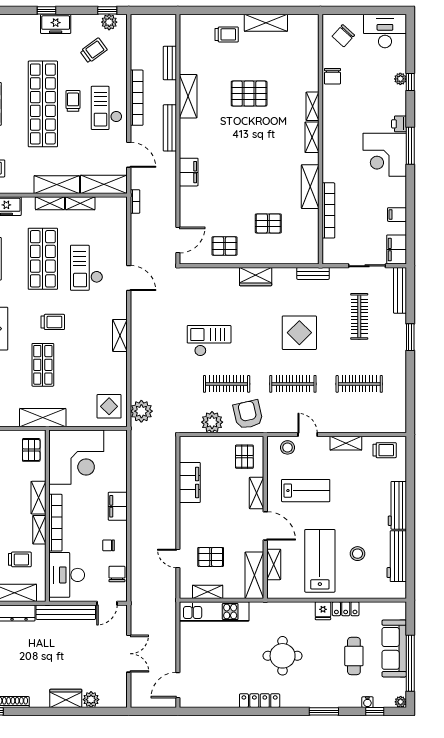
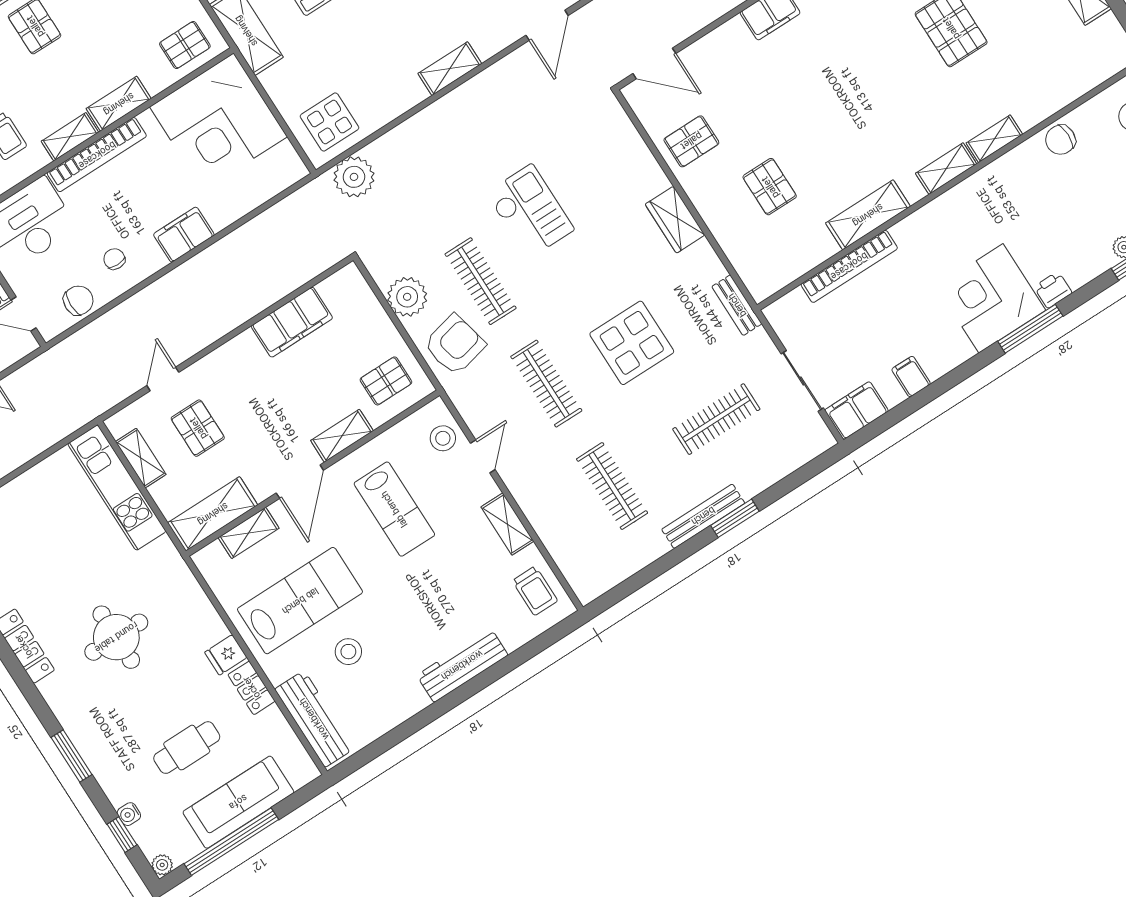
pallet: (224, 246) -> (691, 141), turned 90
bench: (400, 290) -> (703, 516), moved
workbench: (397, 556) -> (314, 719), moved, turned 90

